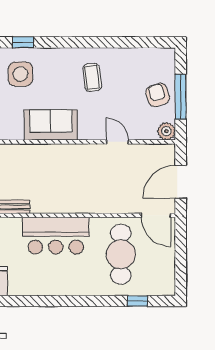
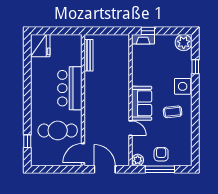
side table: (20, 74) -> (183, 86), moved
armchair: (158, 95) -> (161, 154), turned -72
sofa: (51, 125) -> (142, 103), moved
door: (117, 142) -> (131, 128), hinge flipped

